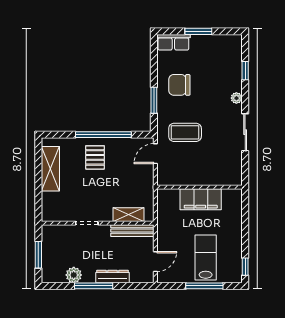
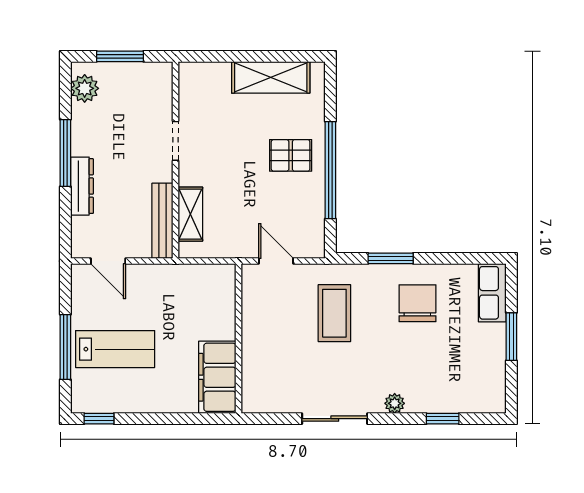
door: (155, 154) -> (276, 261), moved
filing cabinet: (201, 199) -> (217, 377), moved
plant: (74, 275) -> (85, 88), moved

